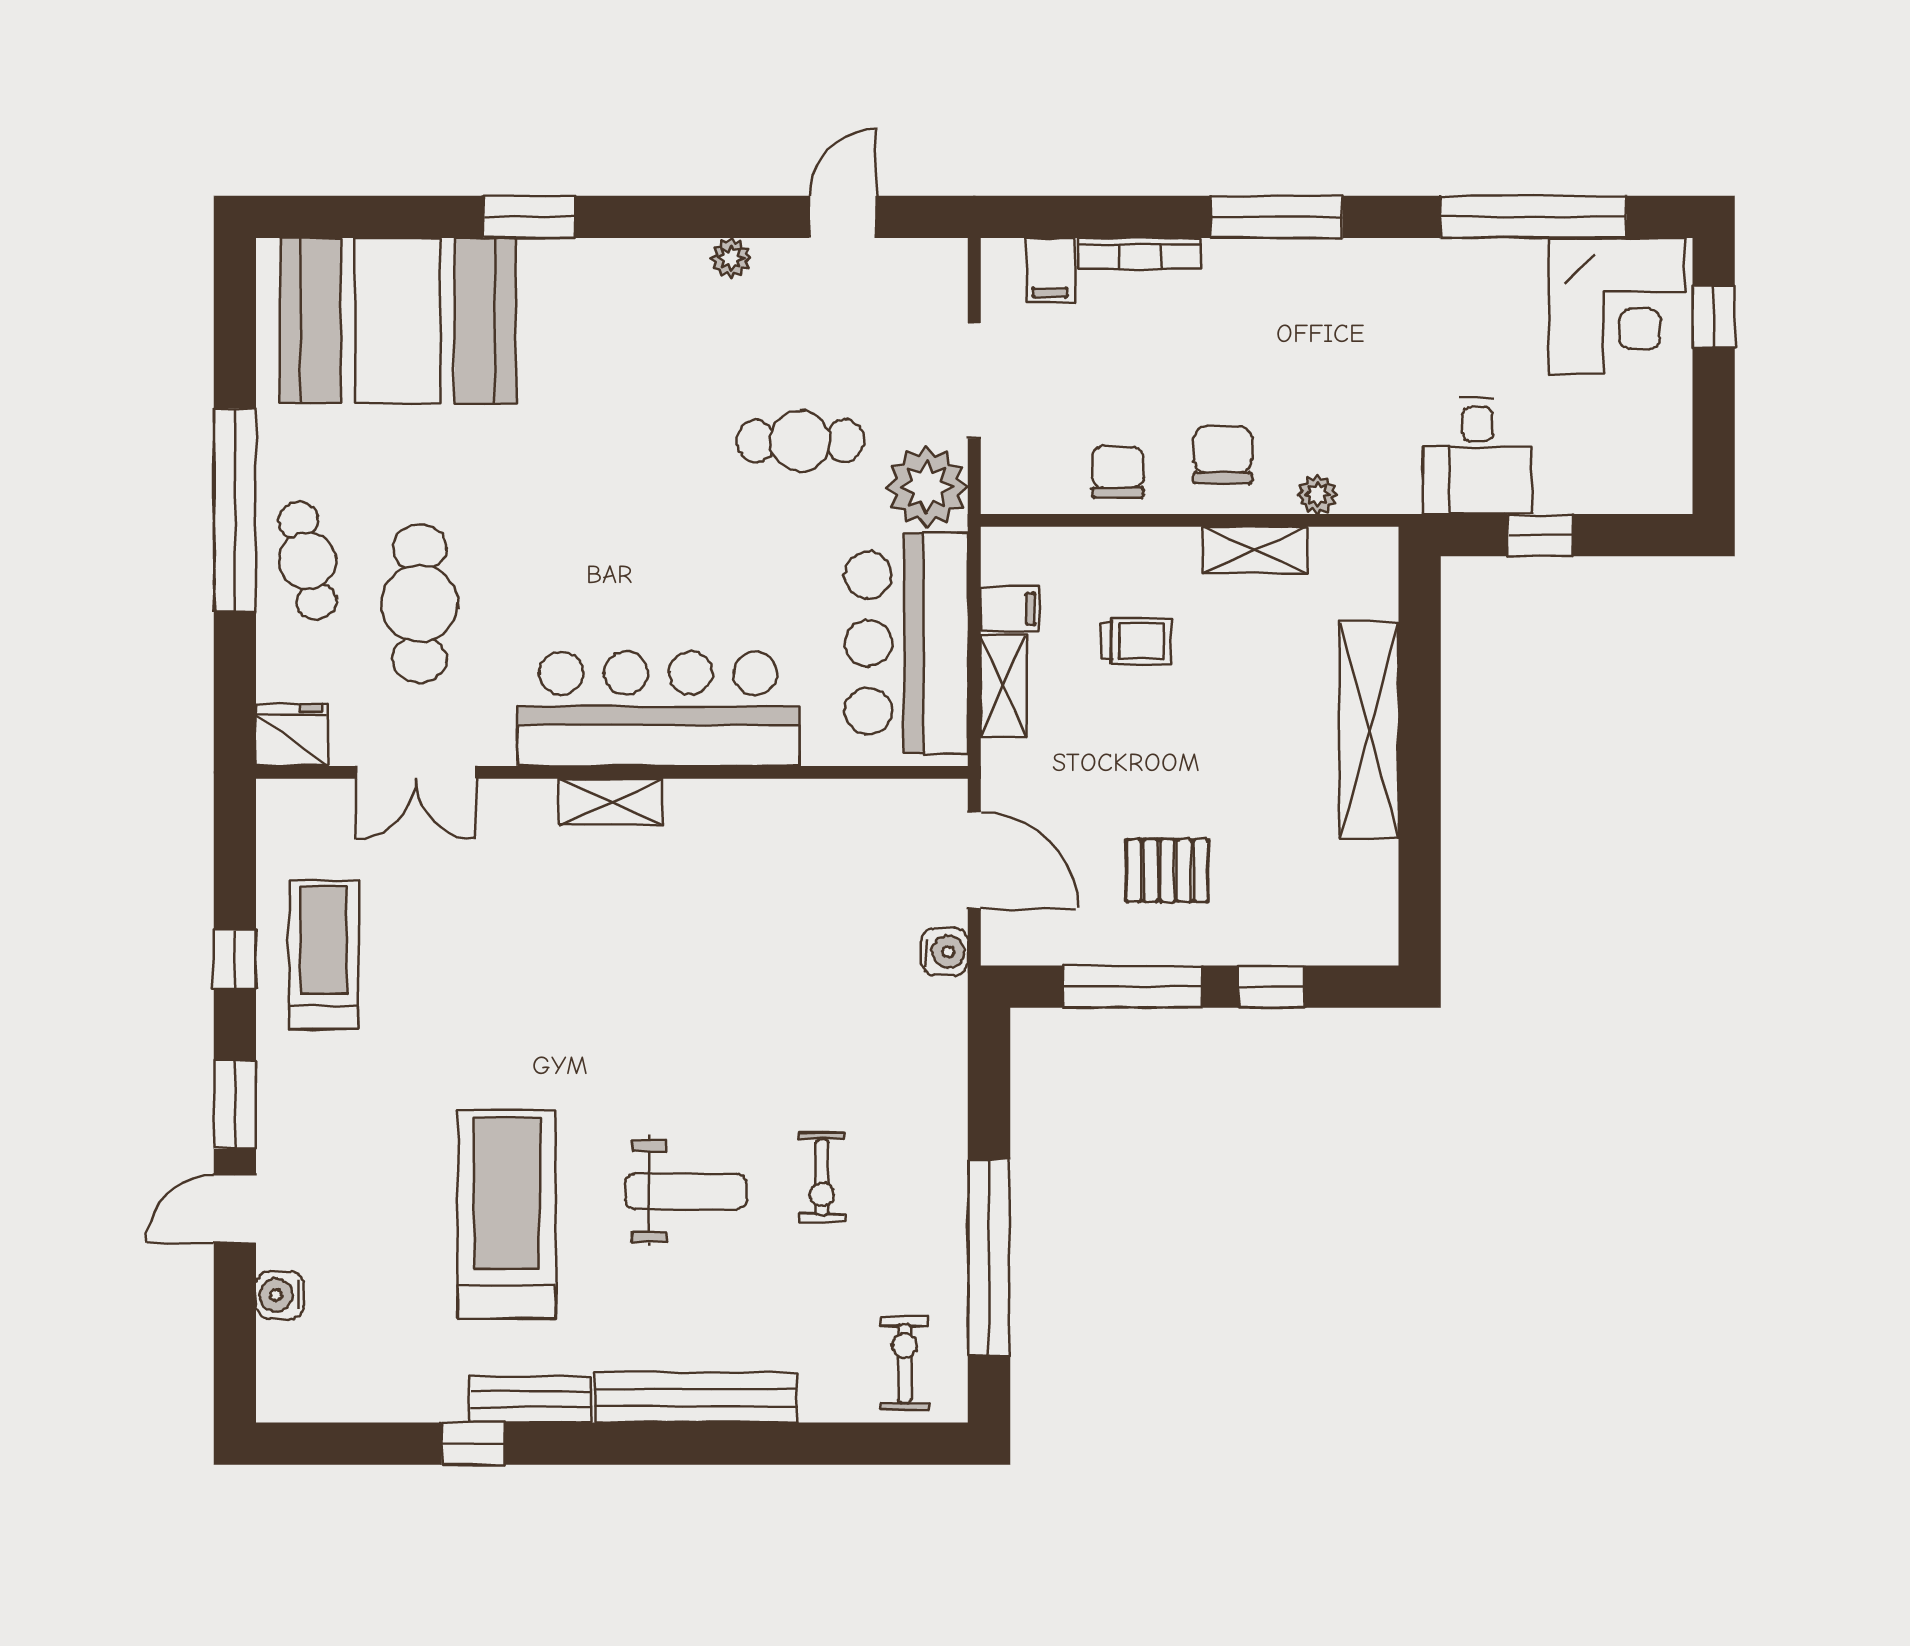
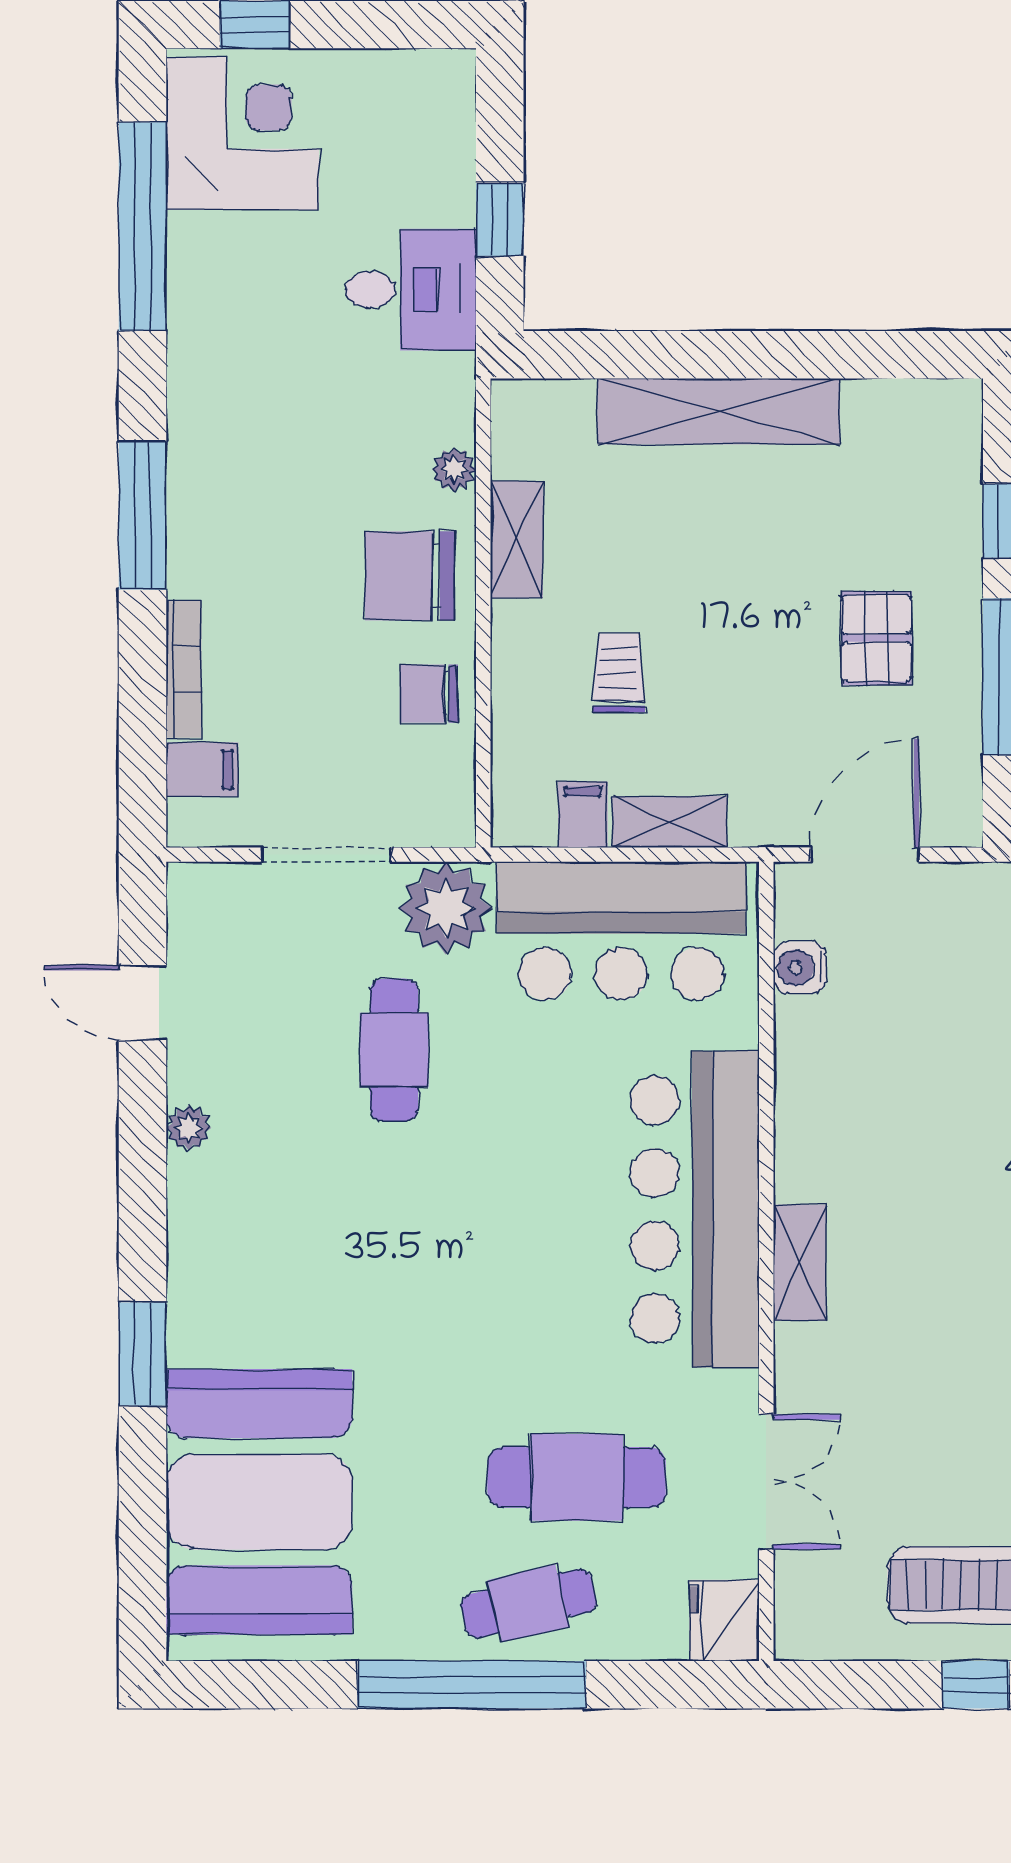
chair: (1223, 455) -> (410, 576), width x1.37, depth x1.37
water cooler: (944, 952) -> (800, 968), moved, turned -90

